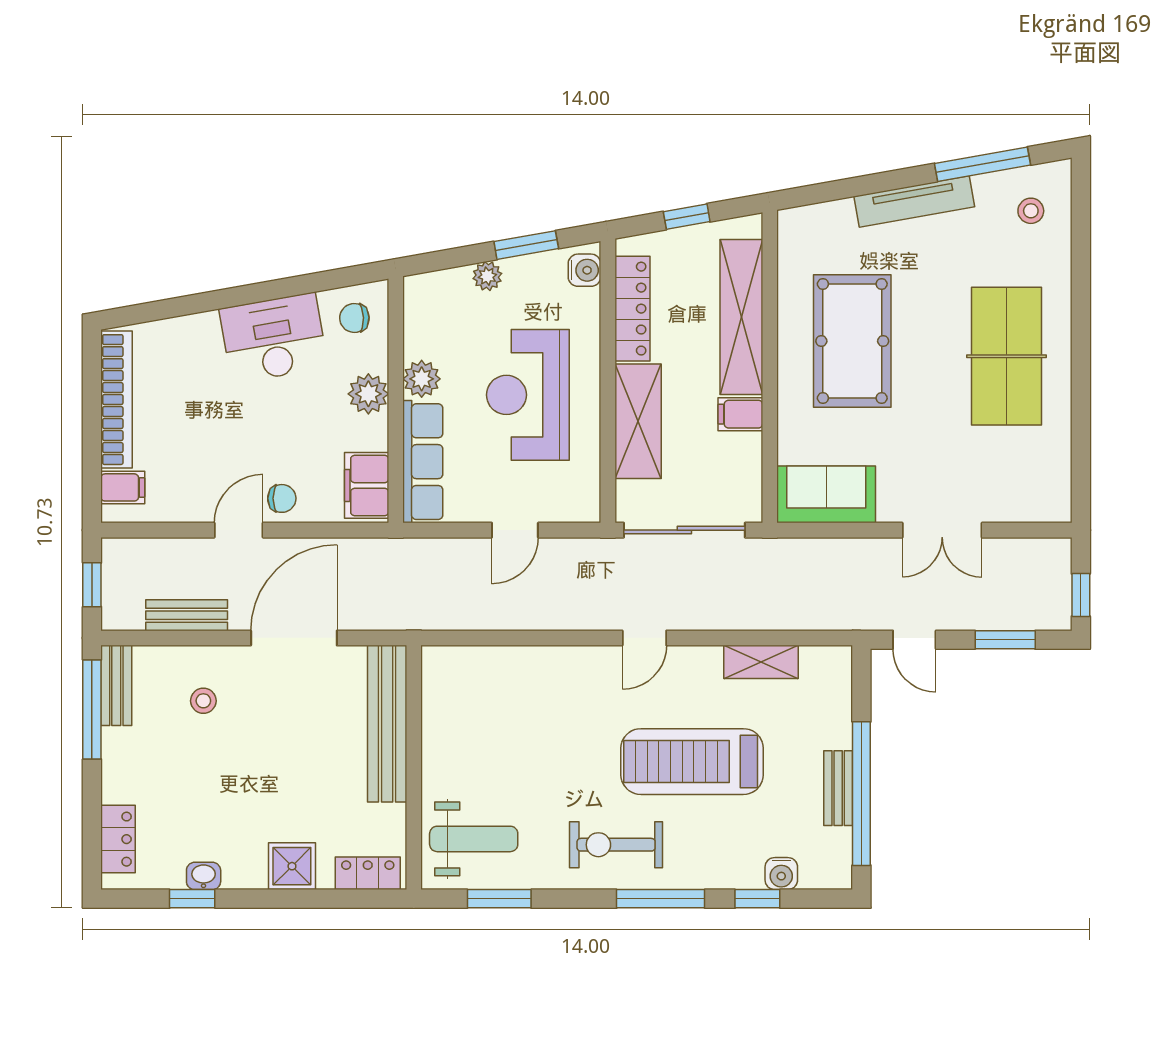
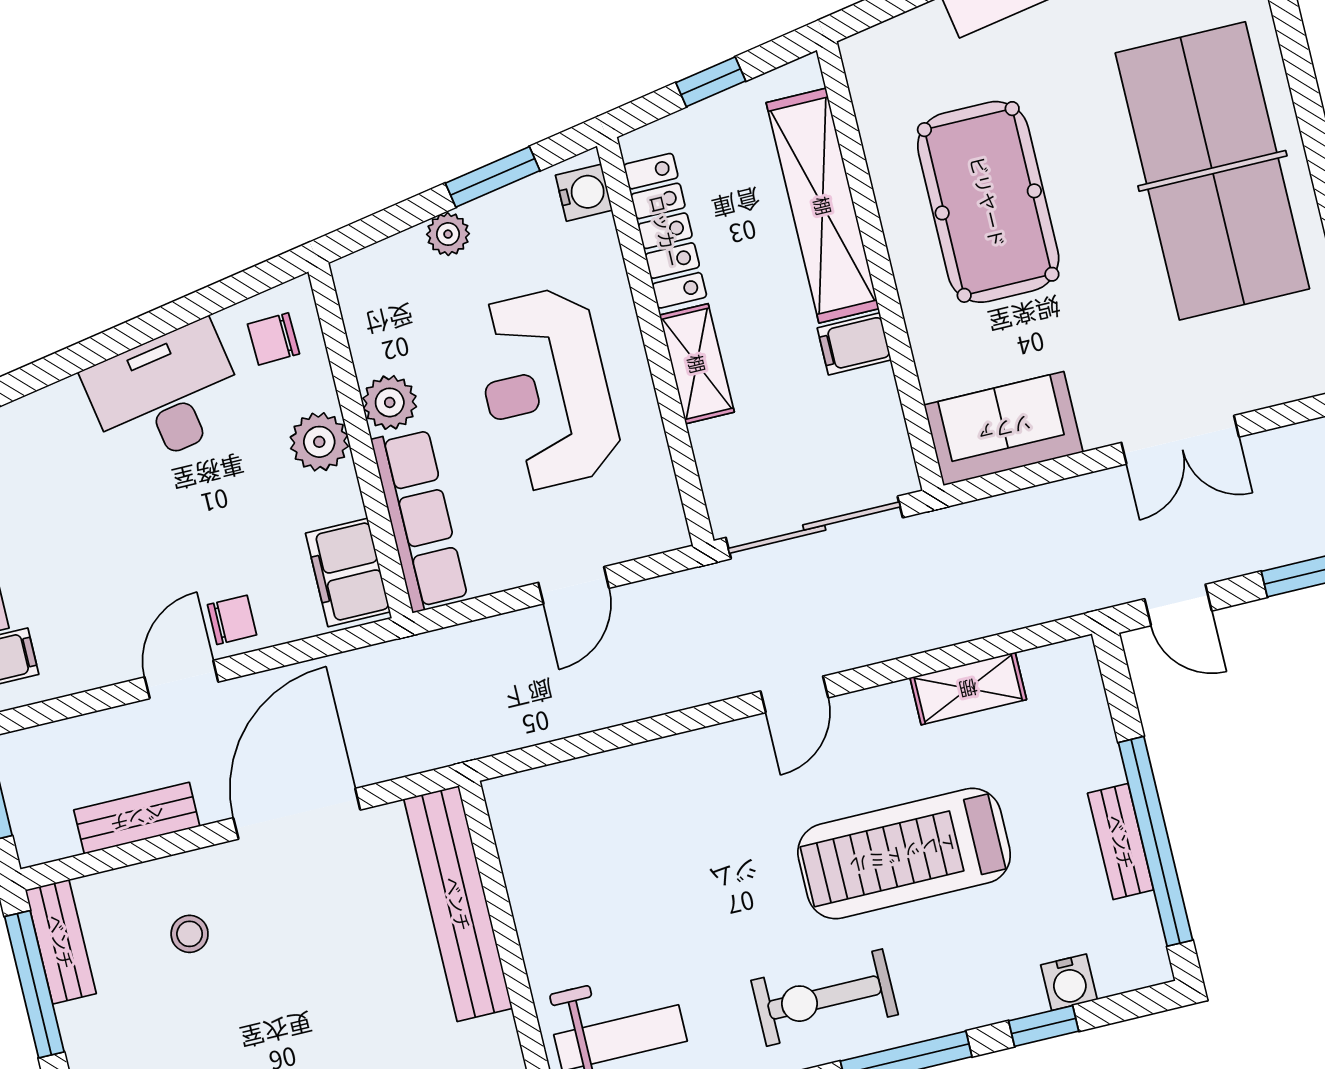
table tennis table: (1007, 356) -> (1212, 171), width x1.36, depth x1.32
shelving: (638, 421) -> (697, 364), width x0.67, depth x0.75

